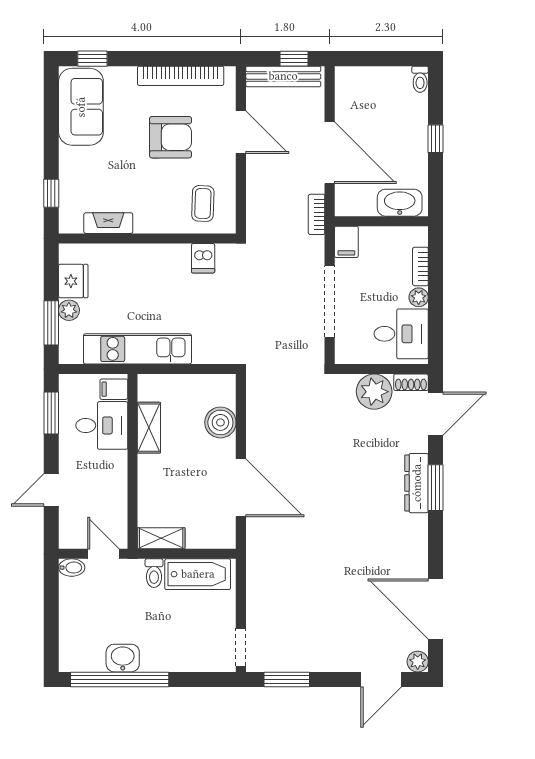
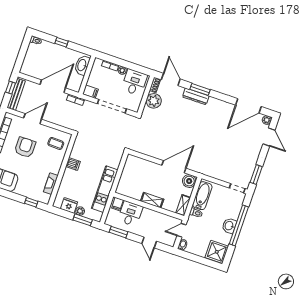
dishwasher: (203, 258) -> (73, 164), moved
boiler: (220, 422) -> (189, 181), moved
shelving: (149, 428) -> (152, 200), moved
shower: (82, 650) -> (217, 252), added
washbasin: (123, 658) -> (229, 226), moved
window: (120, 679) -> (239, 225), moved

